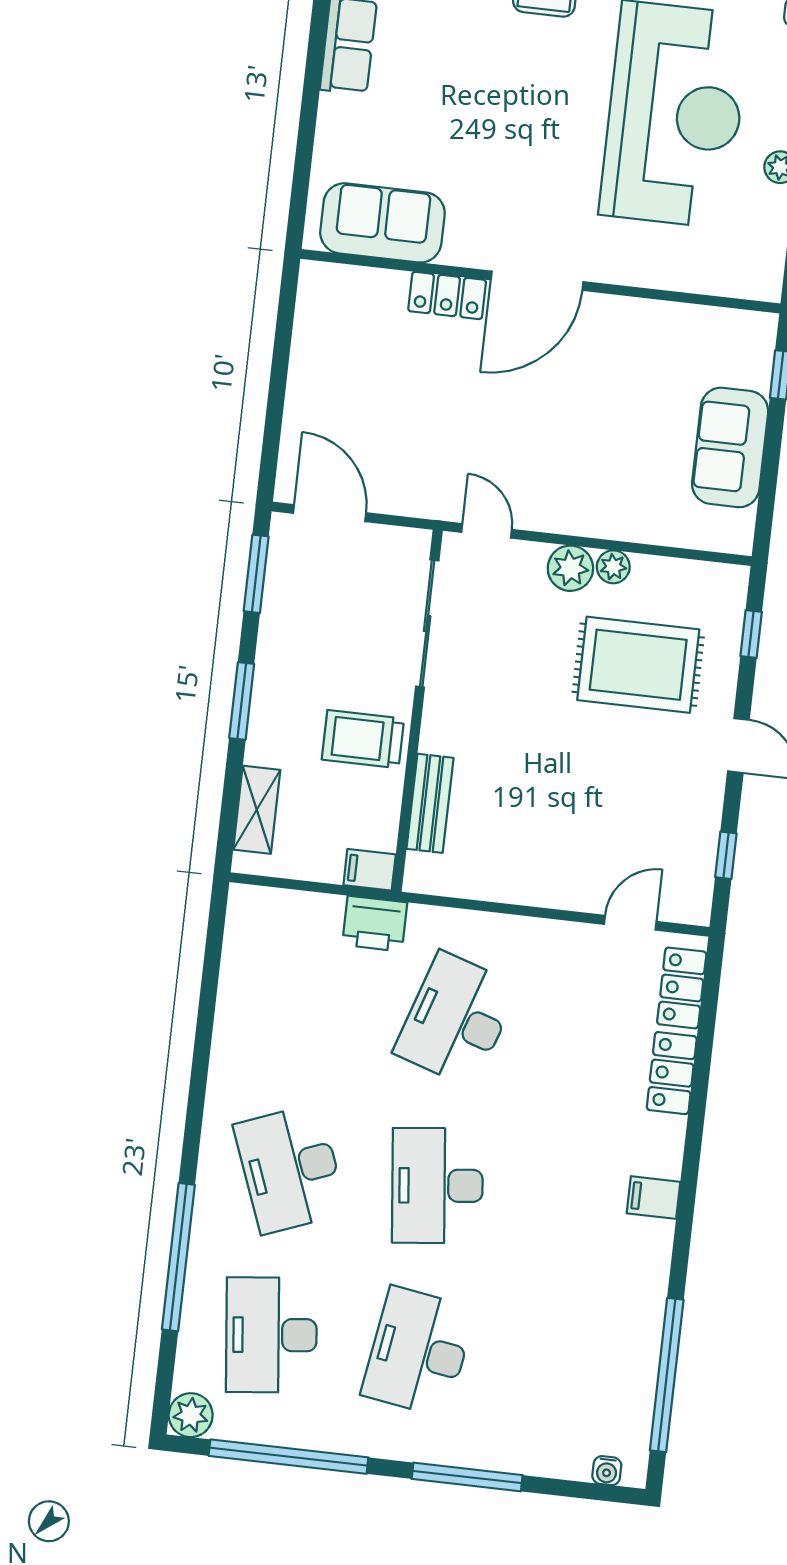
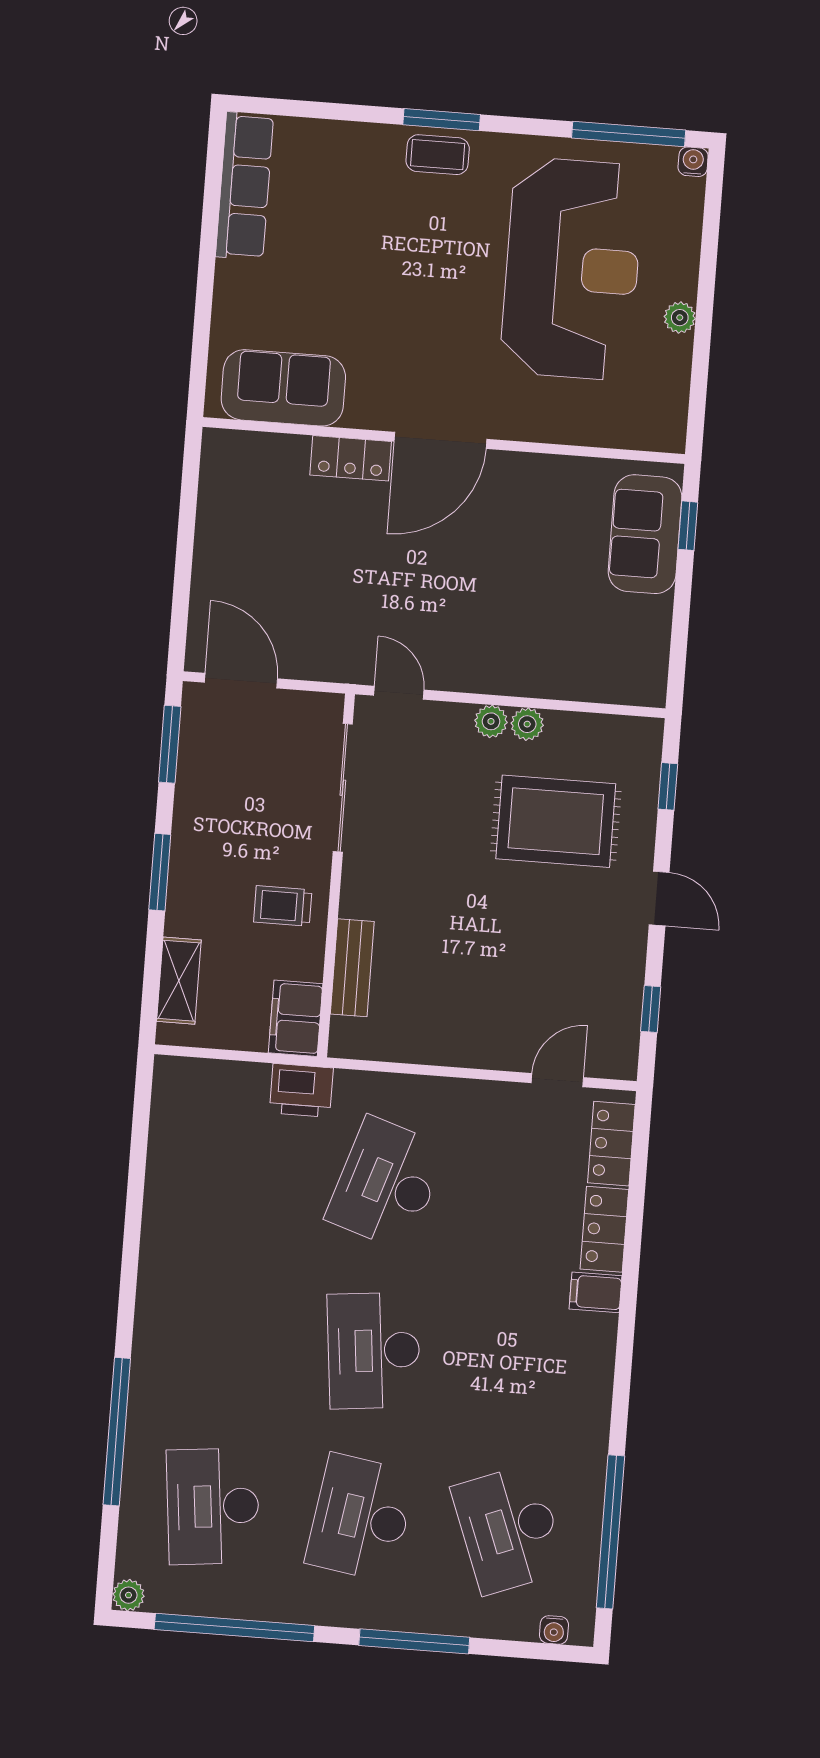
sofa: (730, 447) -> (645, 534), moved
plant: (570, 568) -> (491, 721), width x0.73, depth x0.73
trolley: (363, 739) -> (283, 906), width x0.73, depth x0.72
filing cabinet: (370, 870) -> (296, 1018), width x2.00
desk: (290, 1169) -> (509, 1529), moved
filing cabinet: (654, 1198) -> (596, 1292), moved
plant: (191, 1415) -> (129, 1595), width x0.73, depth x0.73

